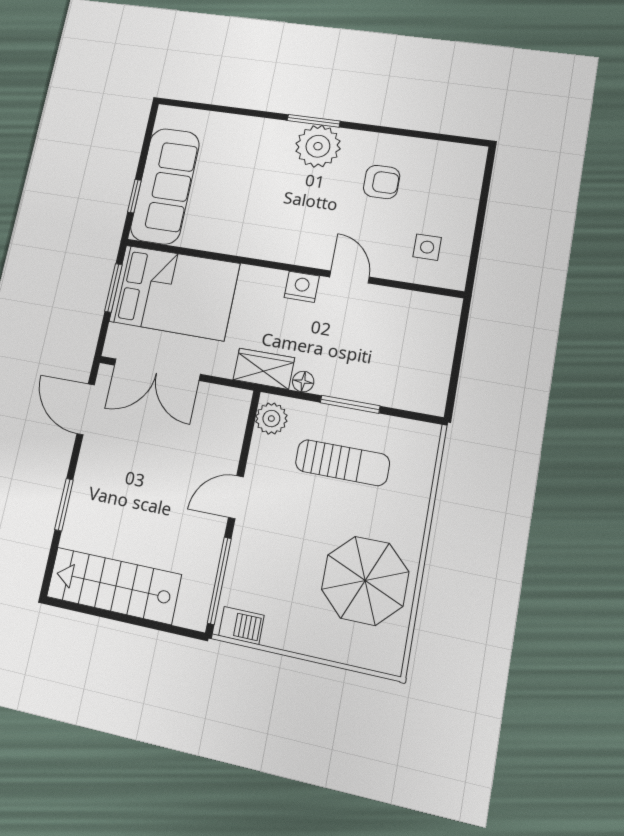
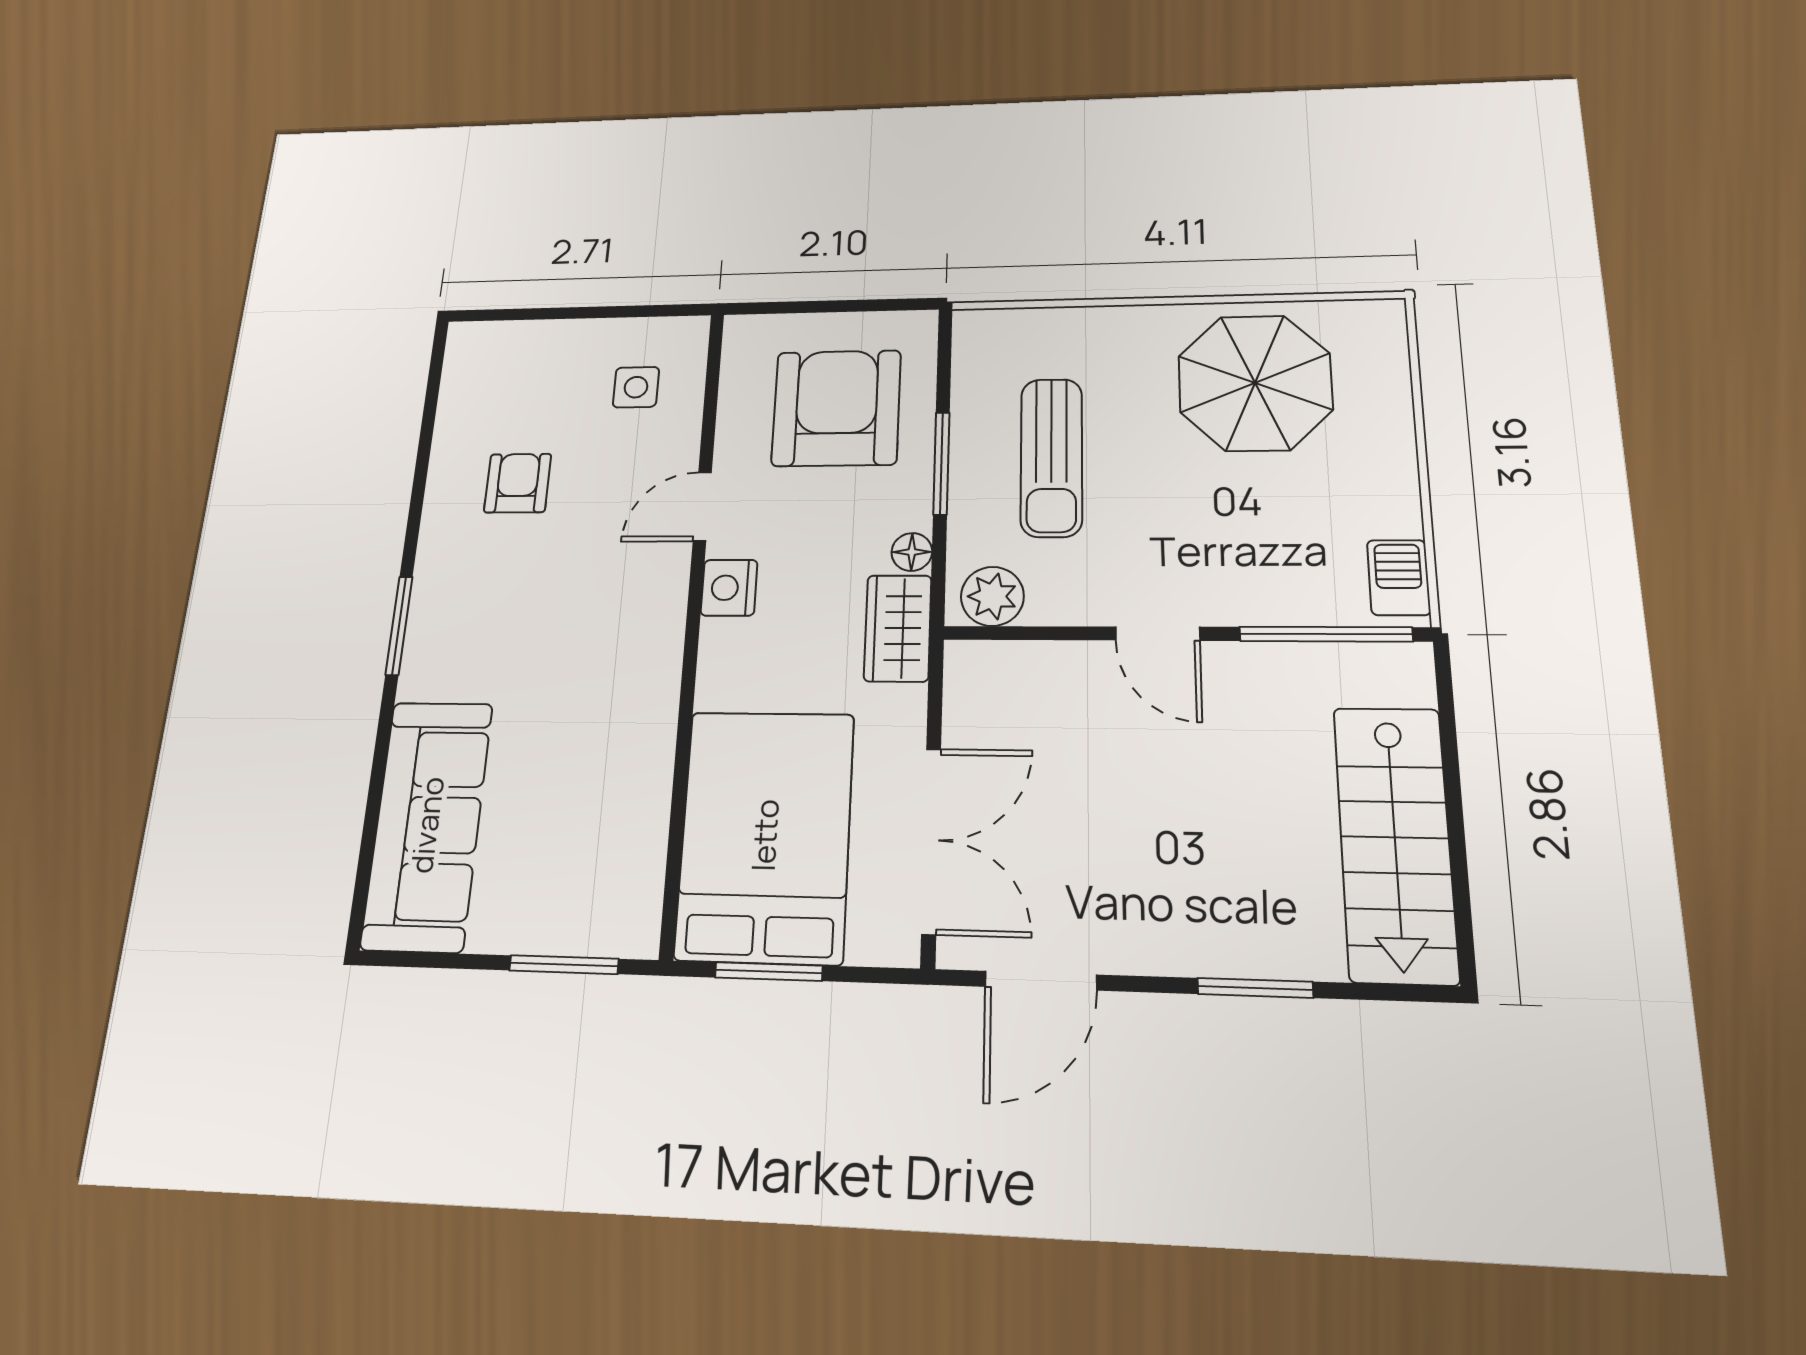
plant: (318, 146) -> (450, 608), removed
sofa: (165, 186) -> (427, 825), moved, turned 90
window: (134, 196) -> (564, 965), width x1.50
armchair: (394, 353) -> (836, 408), added
sun lounger: (342, 463) -> (1051, 457), turned 180

